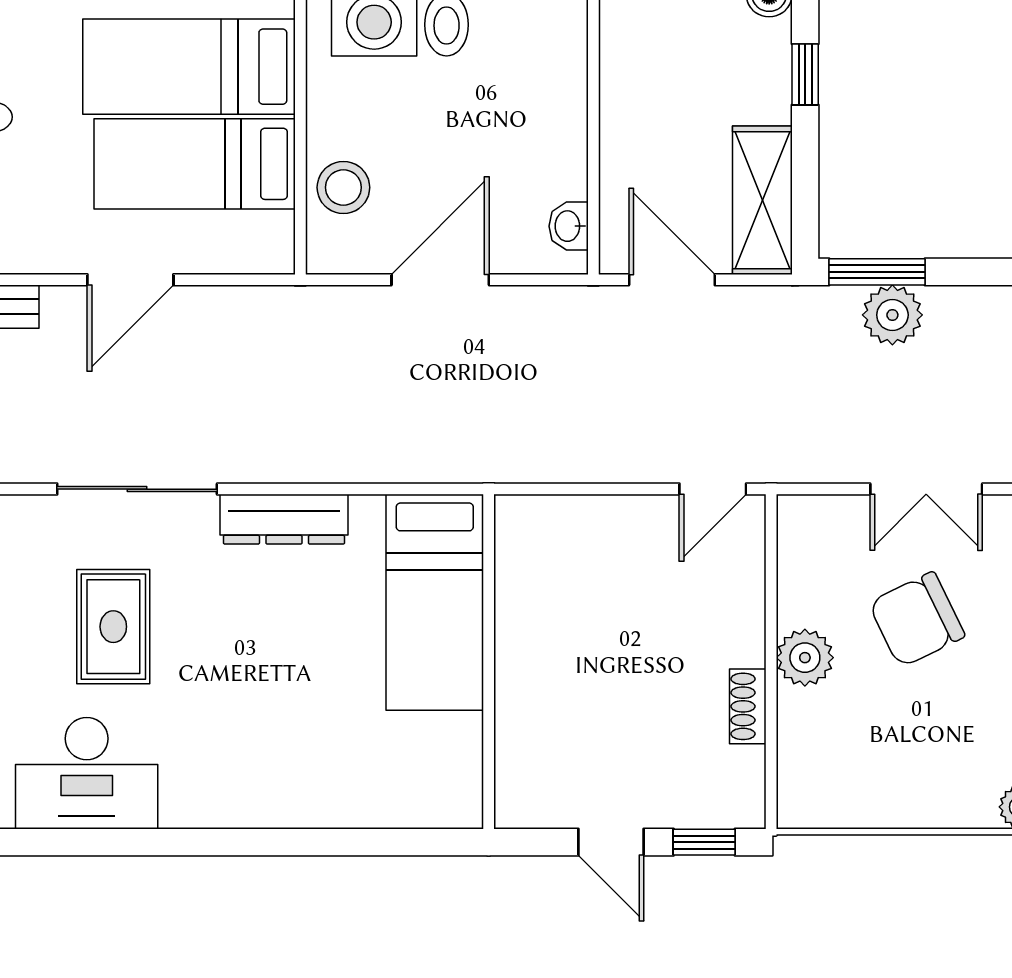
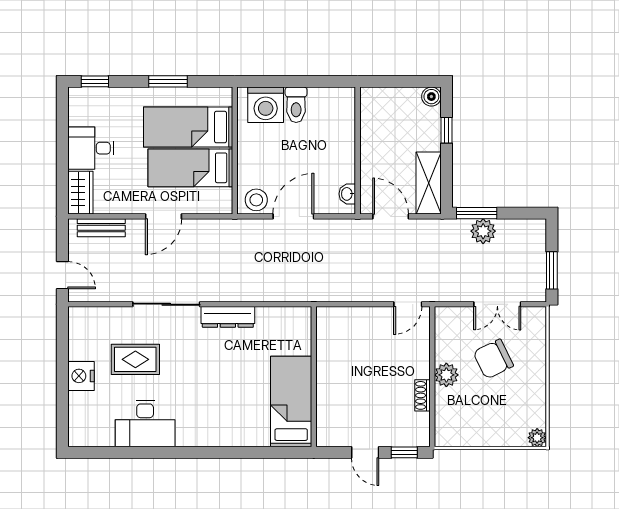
stool: (343, 187) -> (256, 200), moved
bed: (435, 602) -> (291, 402), moved, turned 180
rug: (113, 627) -> (135, 359), moved, turned 90

